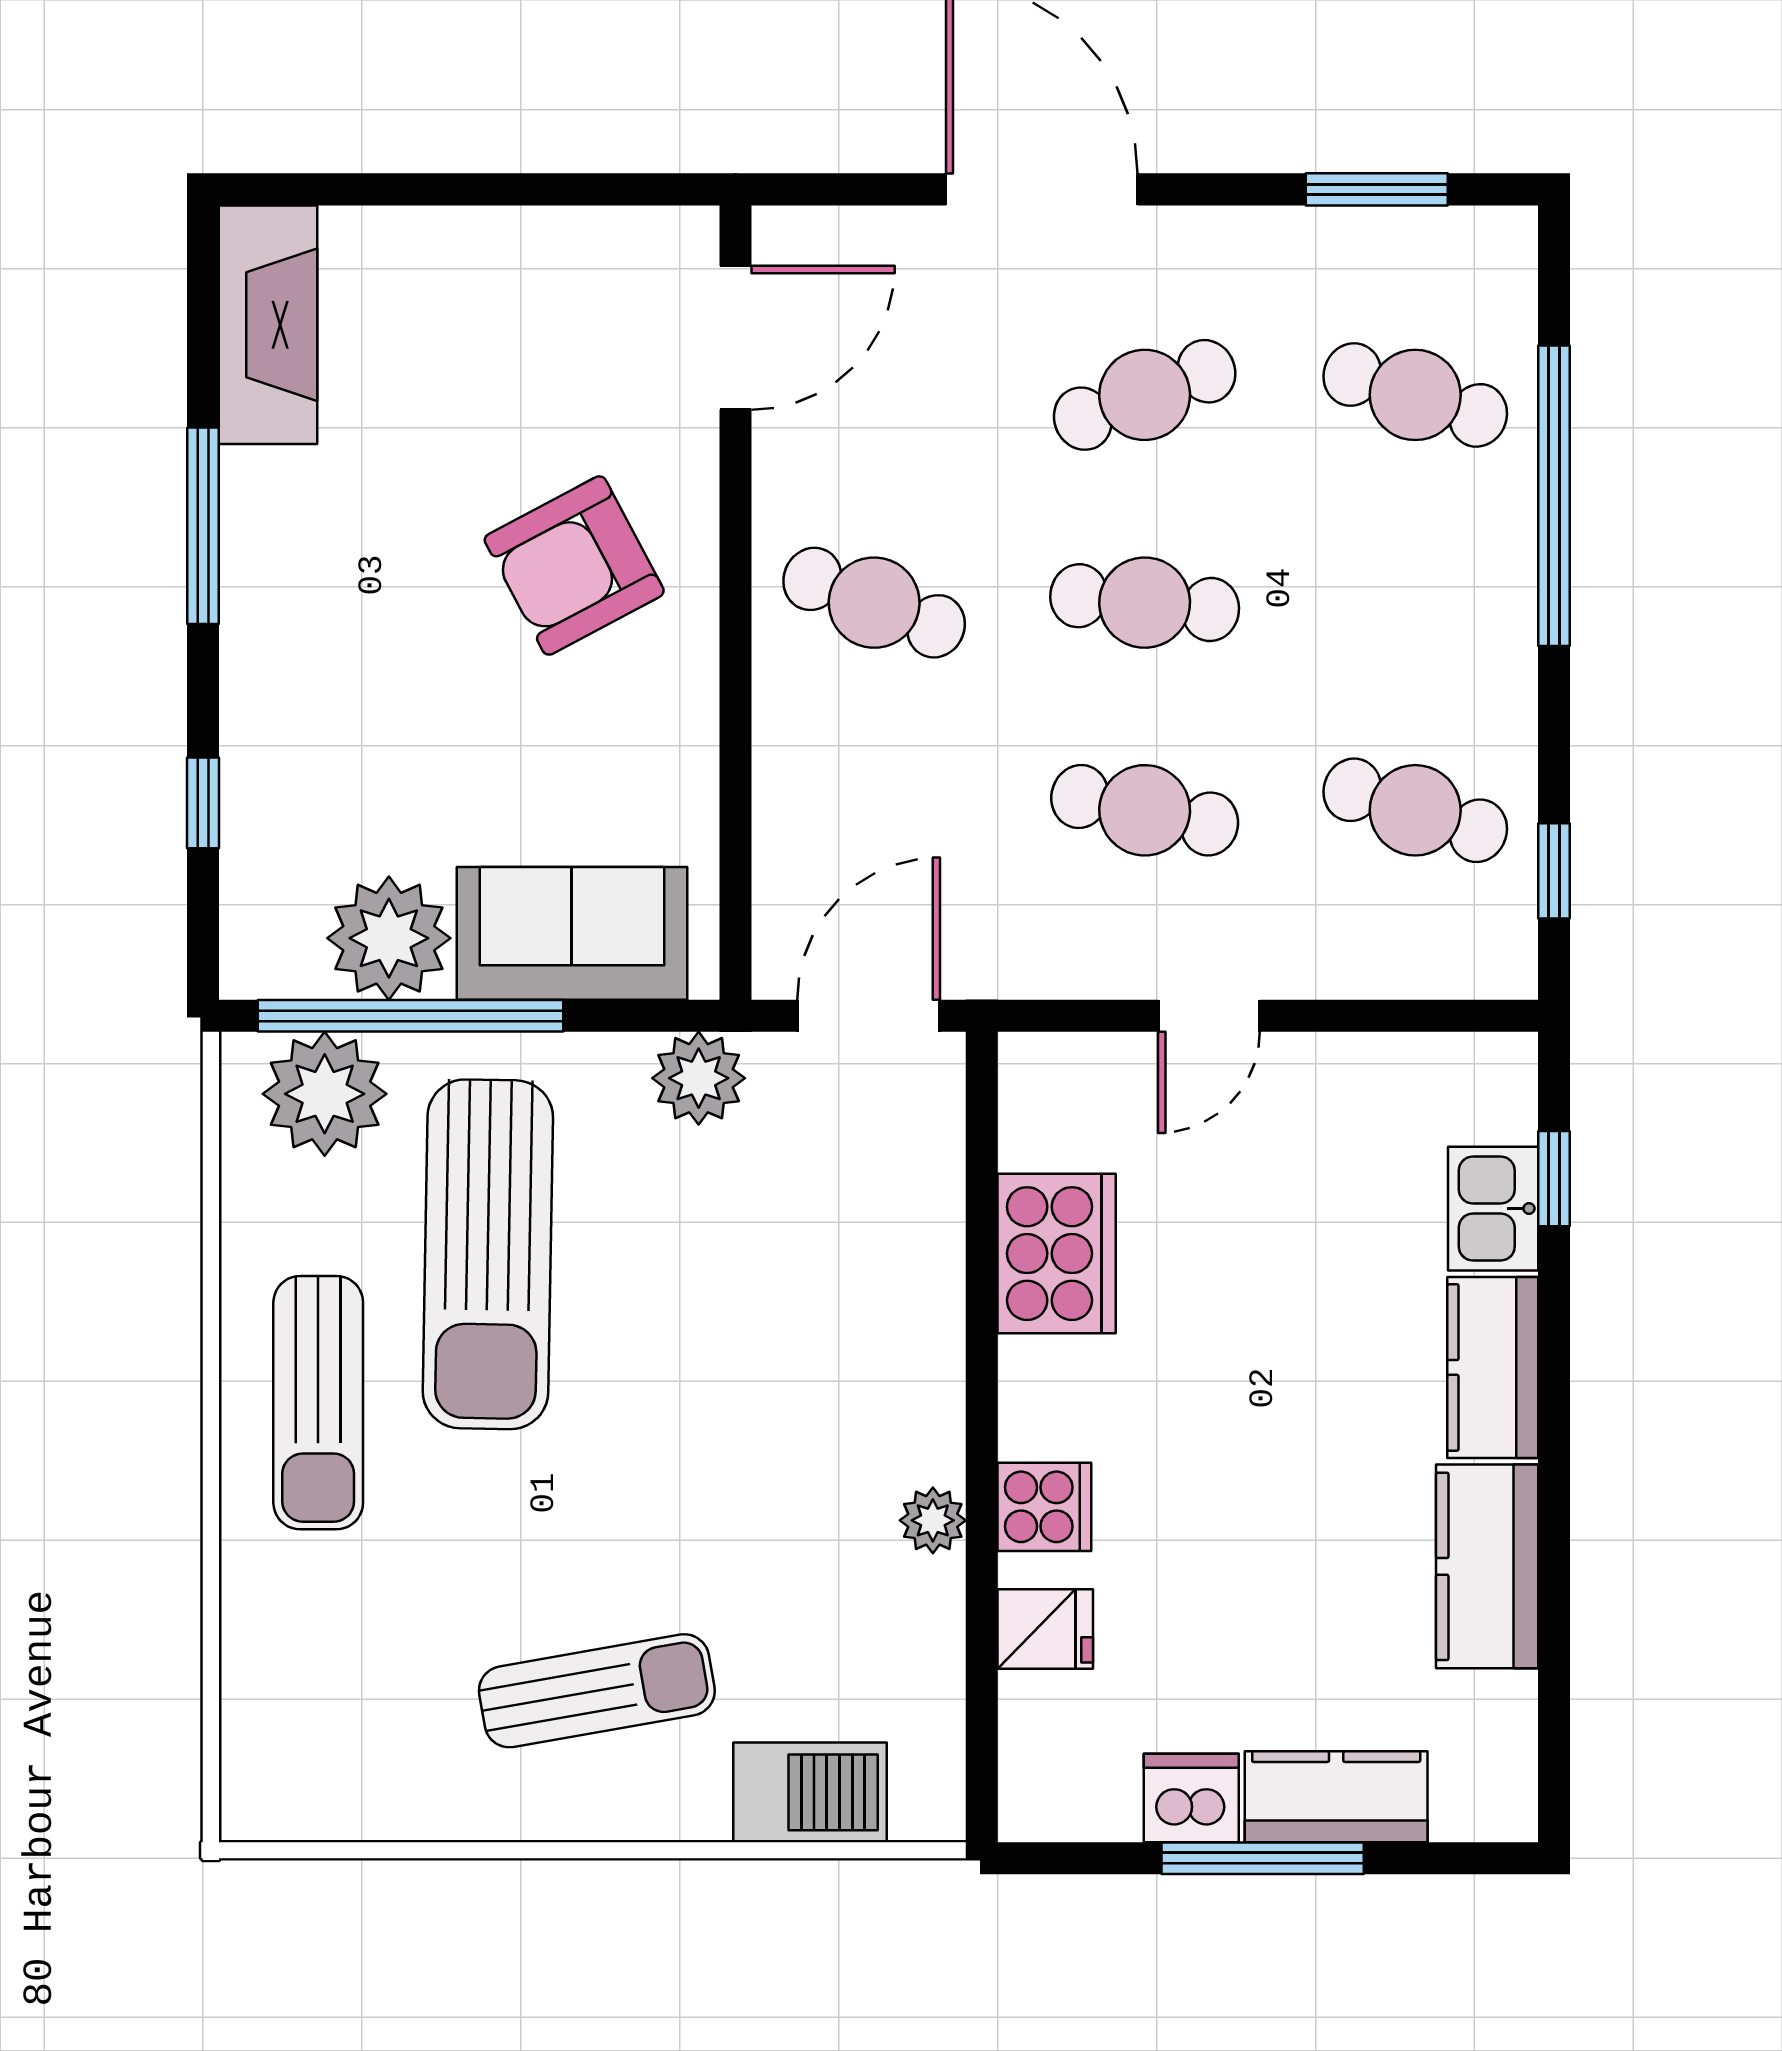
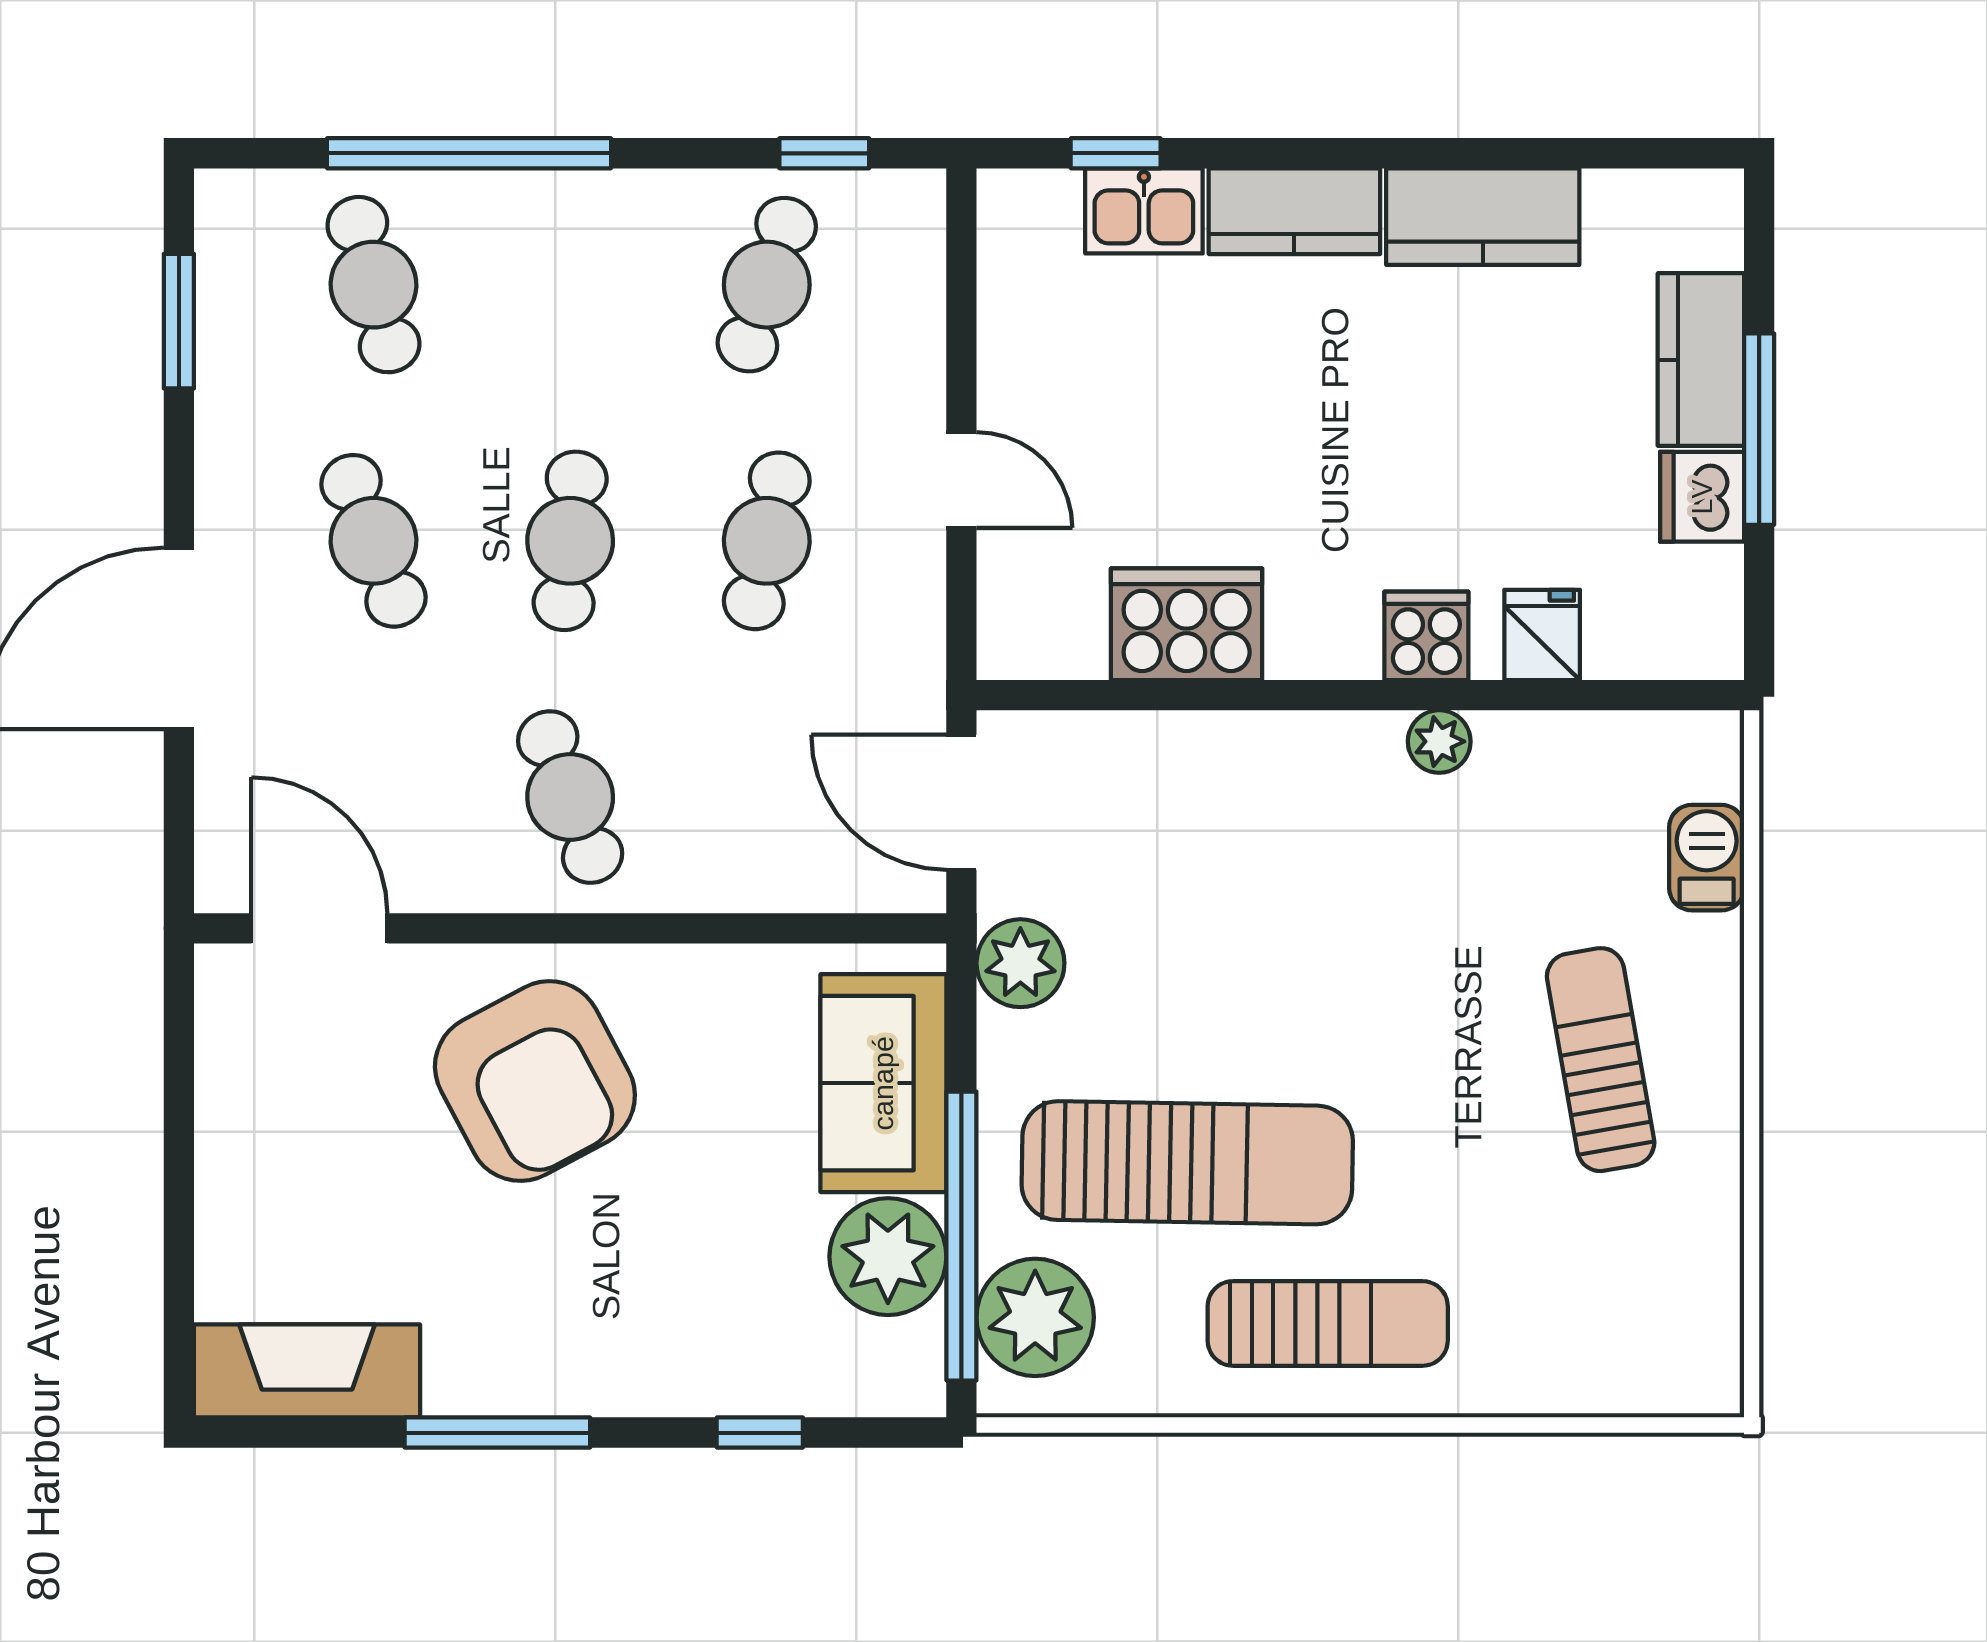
cafe table: (1415, 395) -> (373, 285), turned -33
armchair: (574, 565) -> (535, 1081), width x1.36, depth x1.36
cafe table: (874, 603) -> (570, 797), turned -42
barbecue: (810, 1792) -> (1707, 858), width x0.73, depth x0.79

